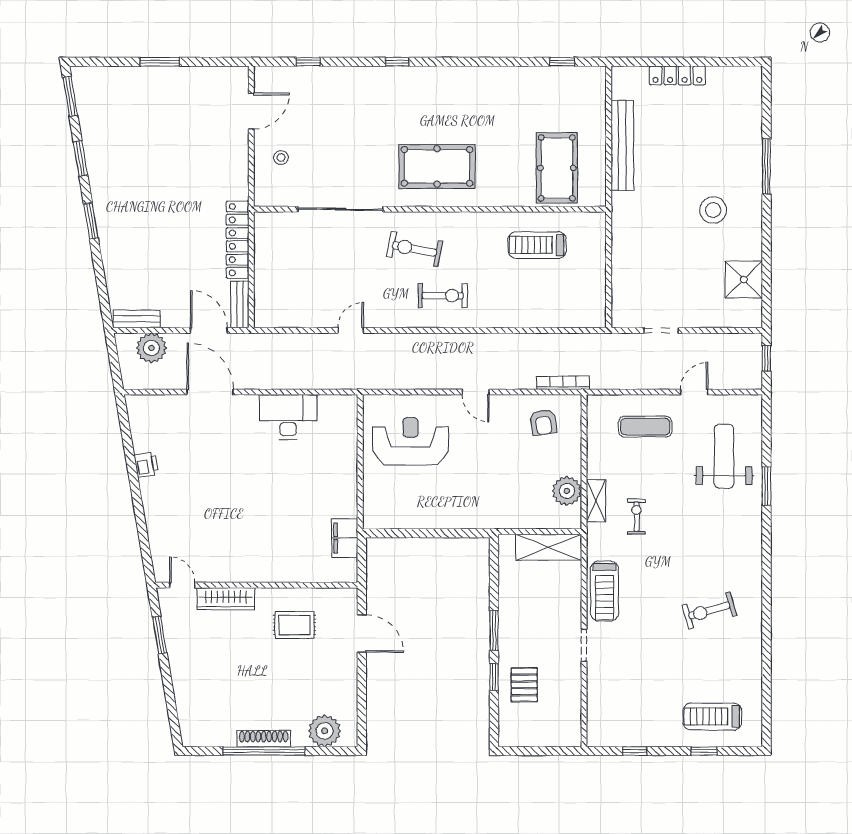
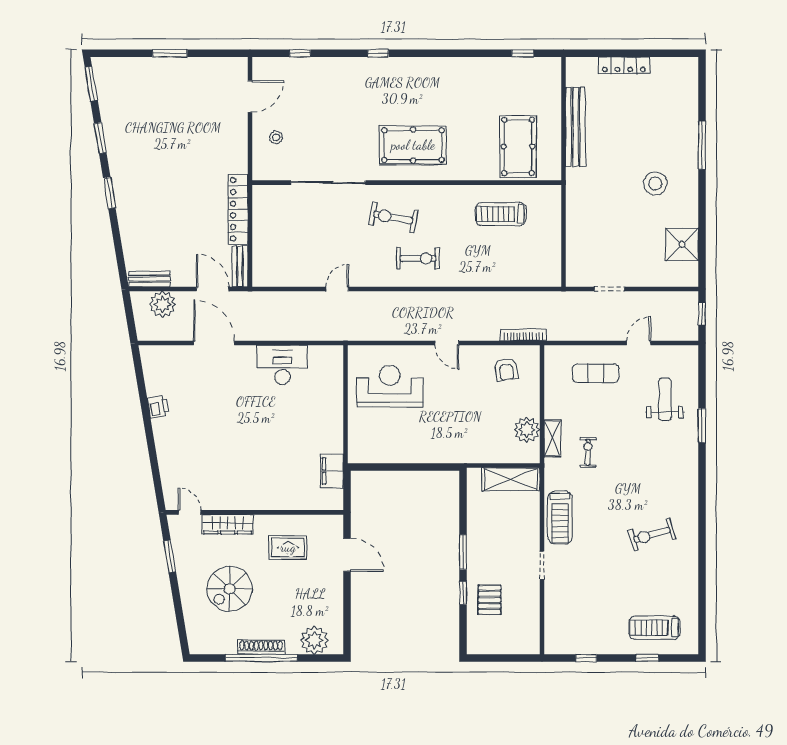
weight bench: (724, 456) -> (665, 399), width x0.73, depth x0.75
spiral stairs: (228, 672) -> (230, 589), added

